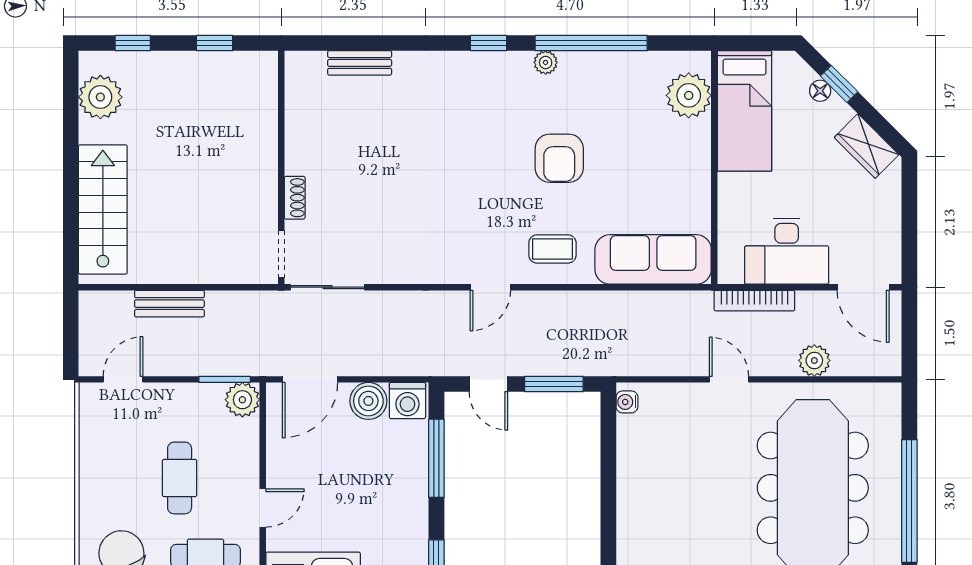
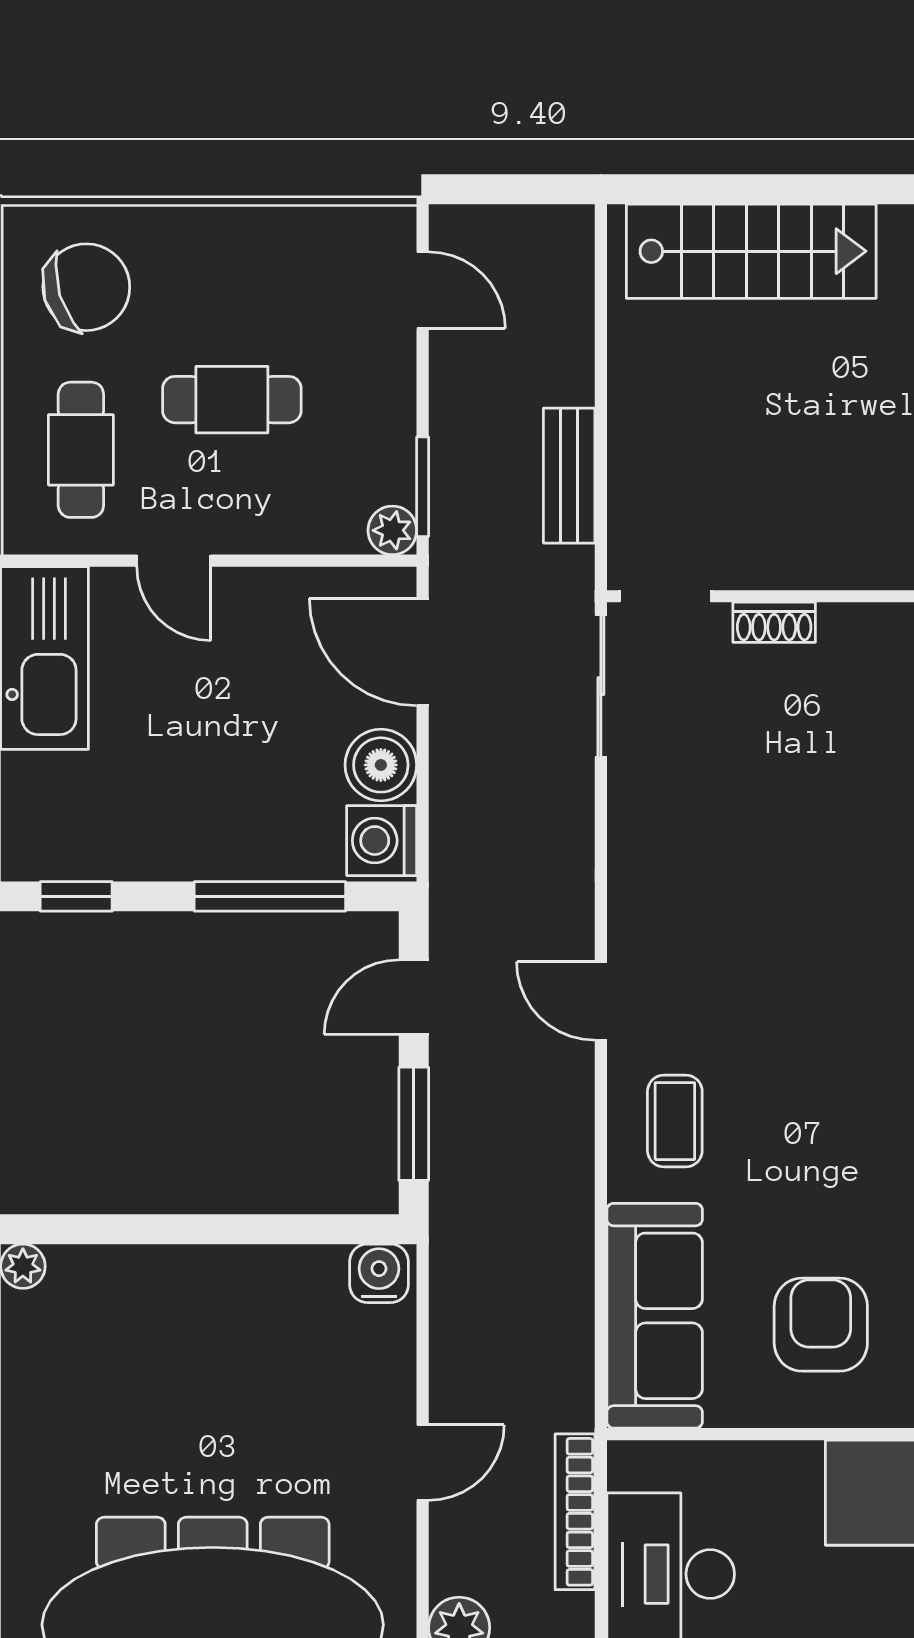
armchair: (559, 158) -> (821, 1325), moved, turned 90
bench: (169, 304) -> (569, 476), moved
plant: (242, 400) -> (392, 530), width x0.73, depth x0.73
water cooler: (627, 402) -> (379, 1273), width x1.38, depth x1.38

